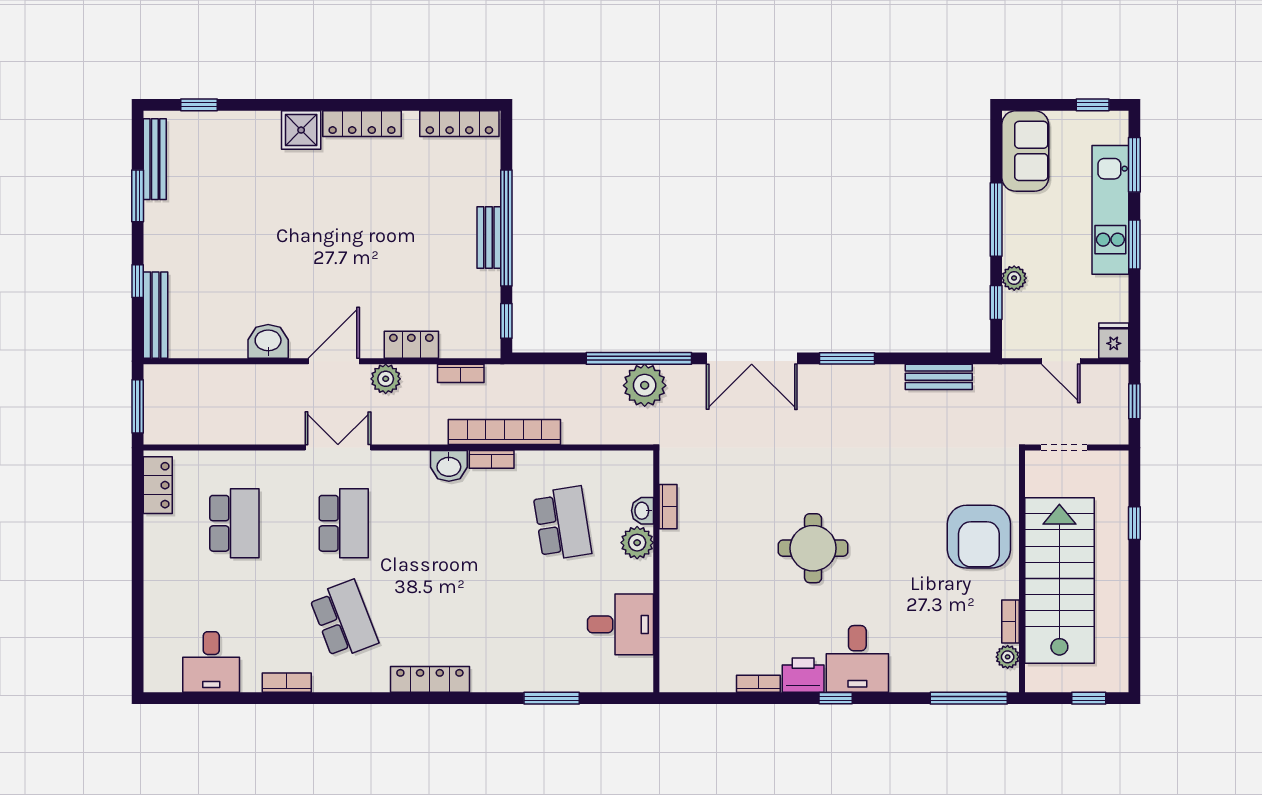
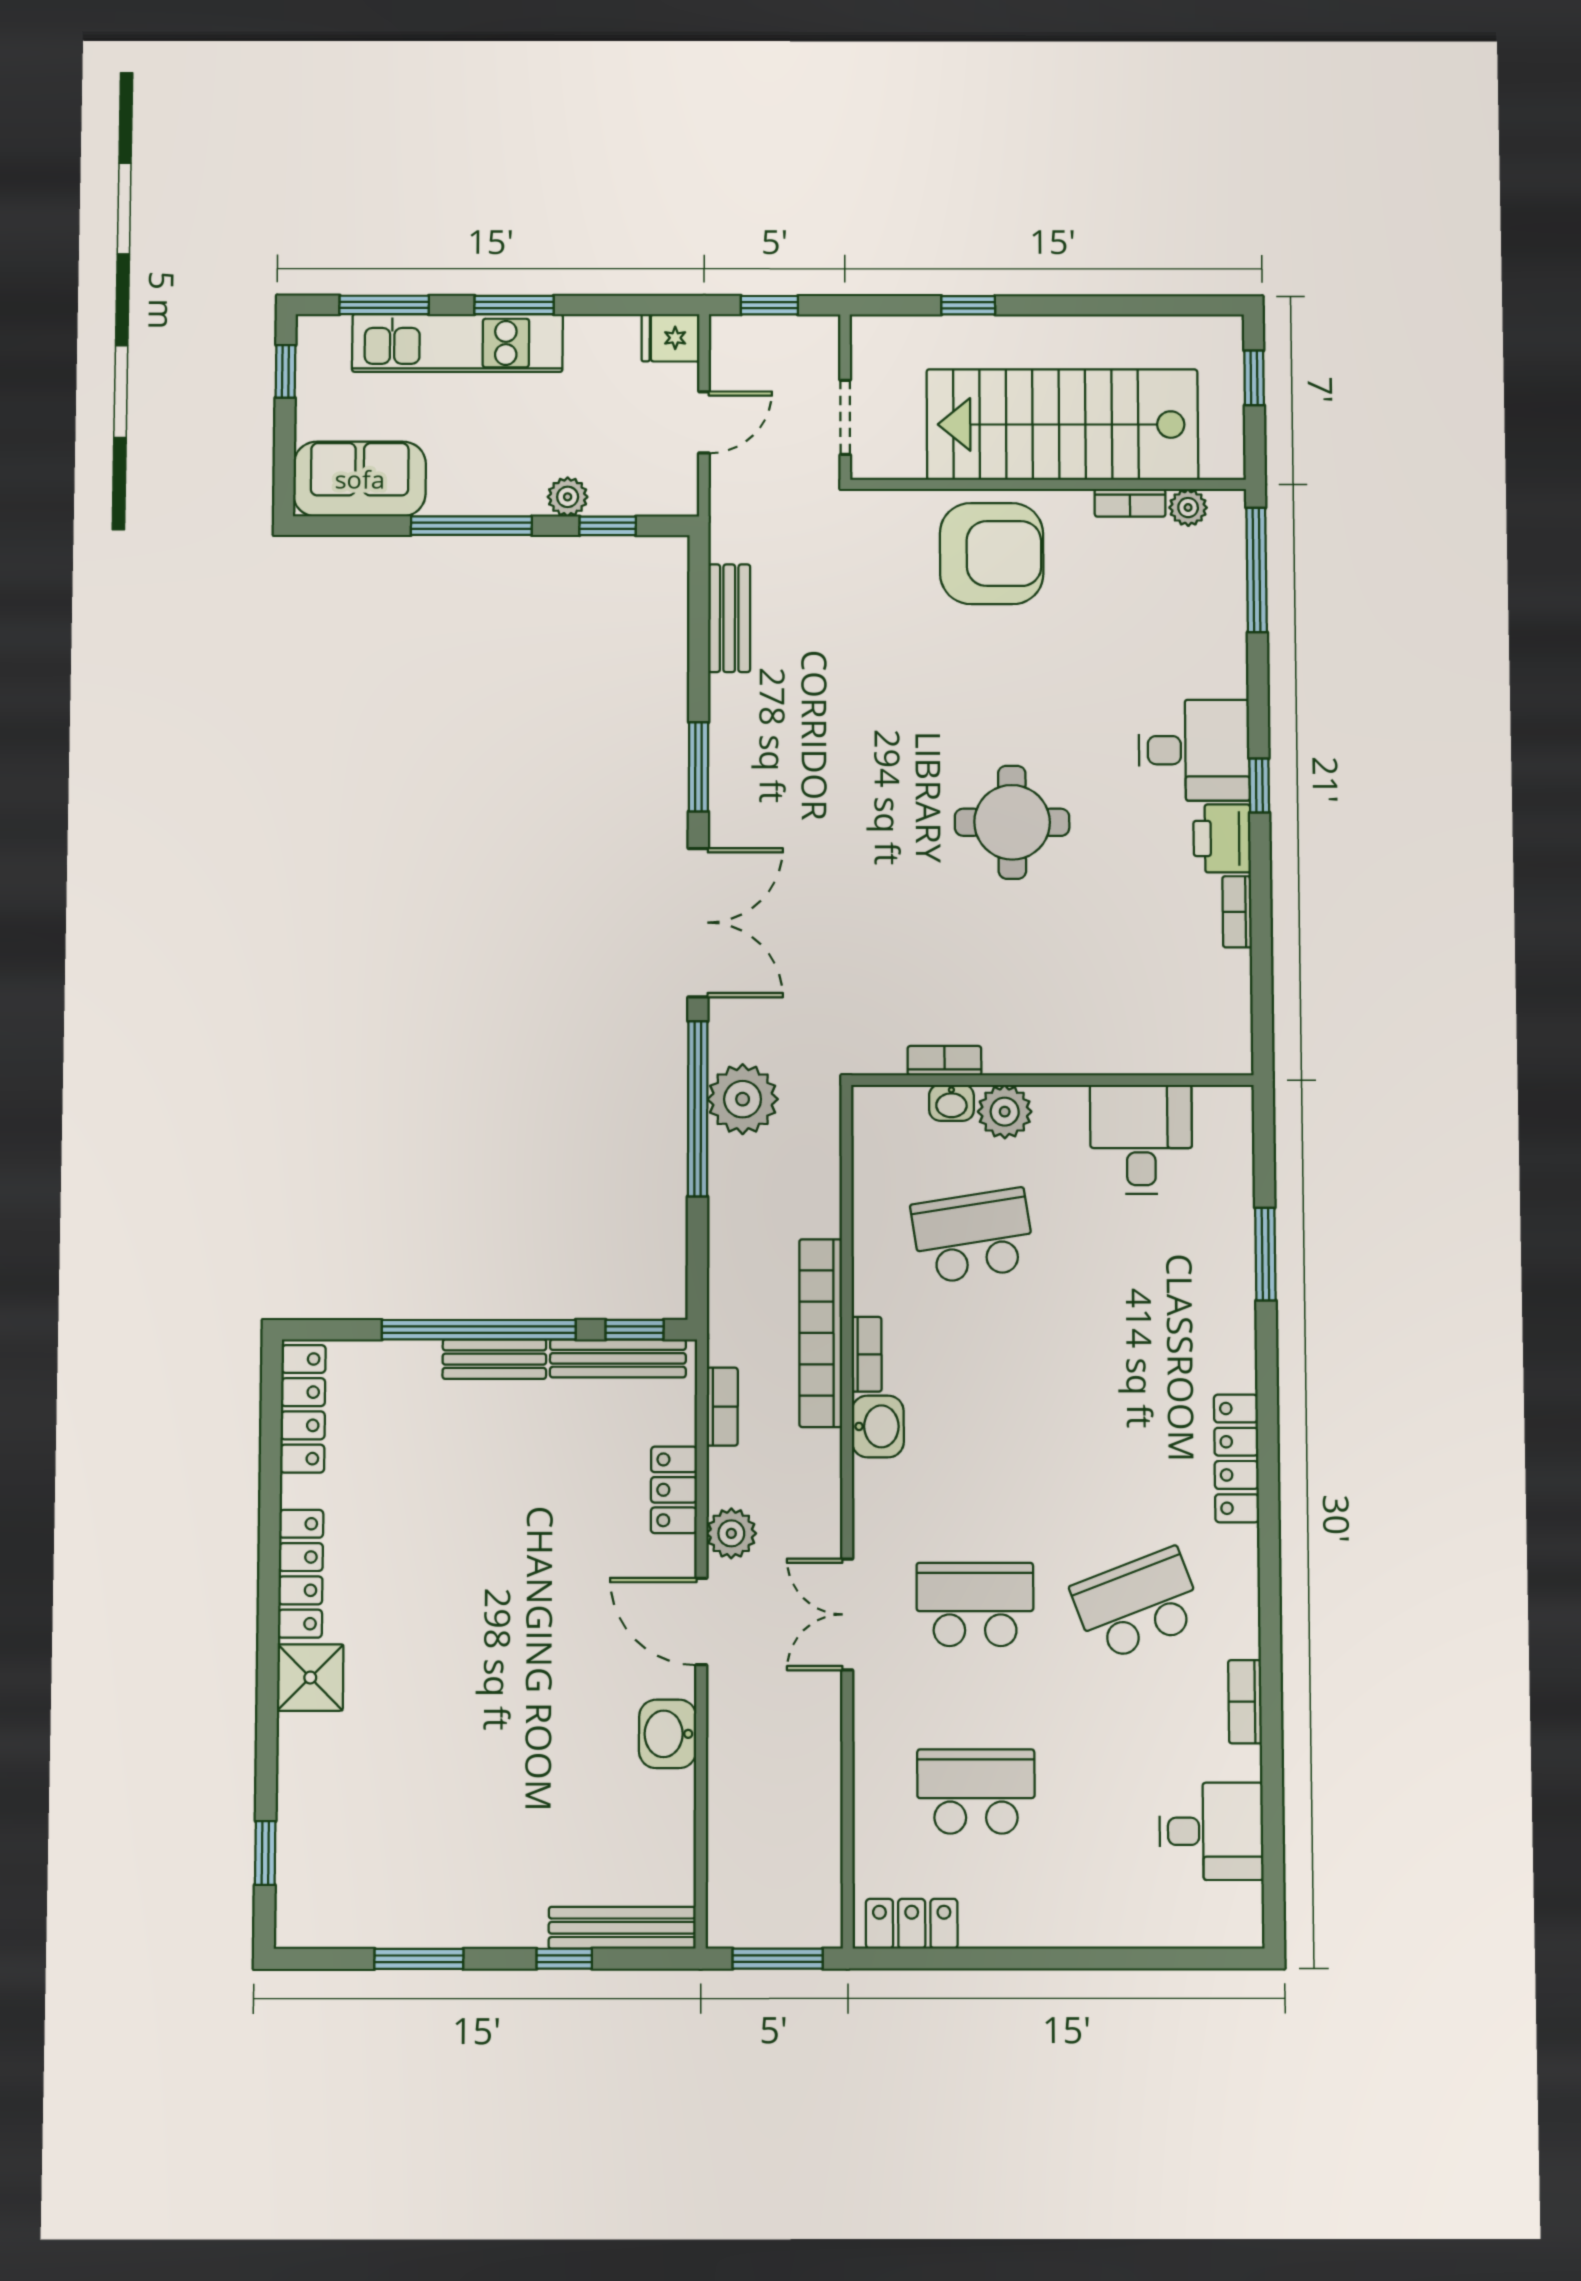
bench: (155, 159) -> (618, 1358), moved

